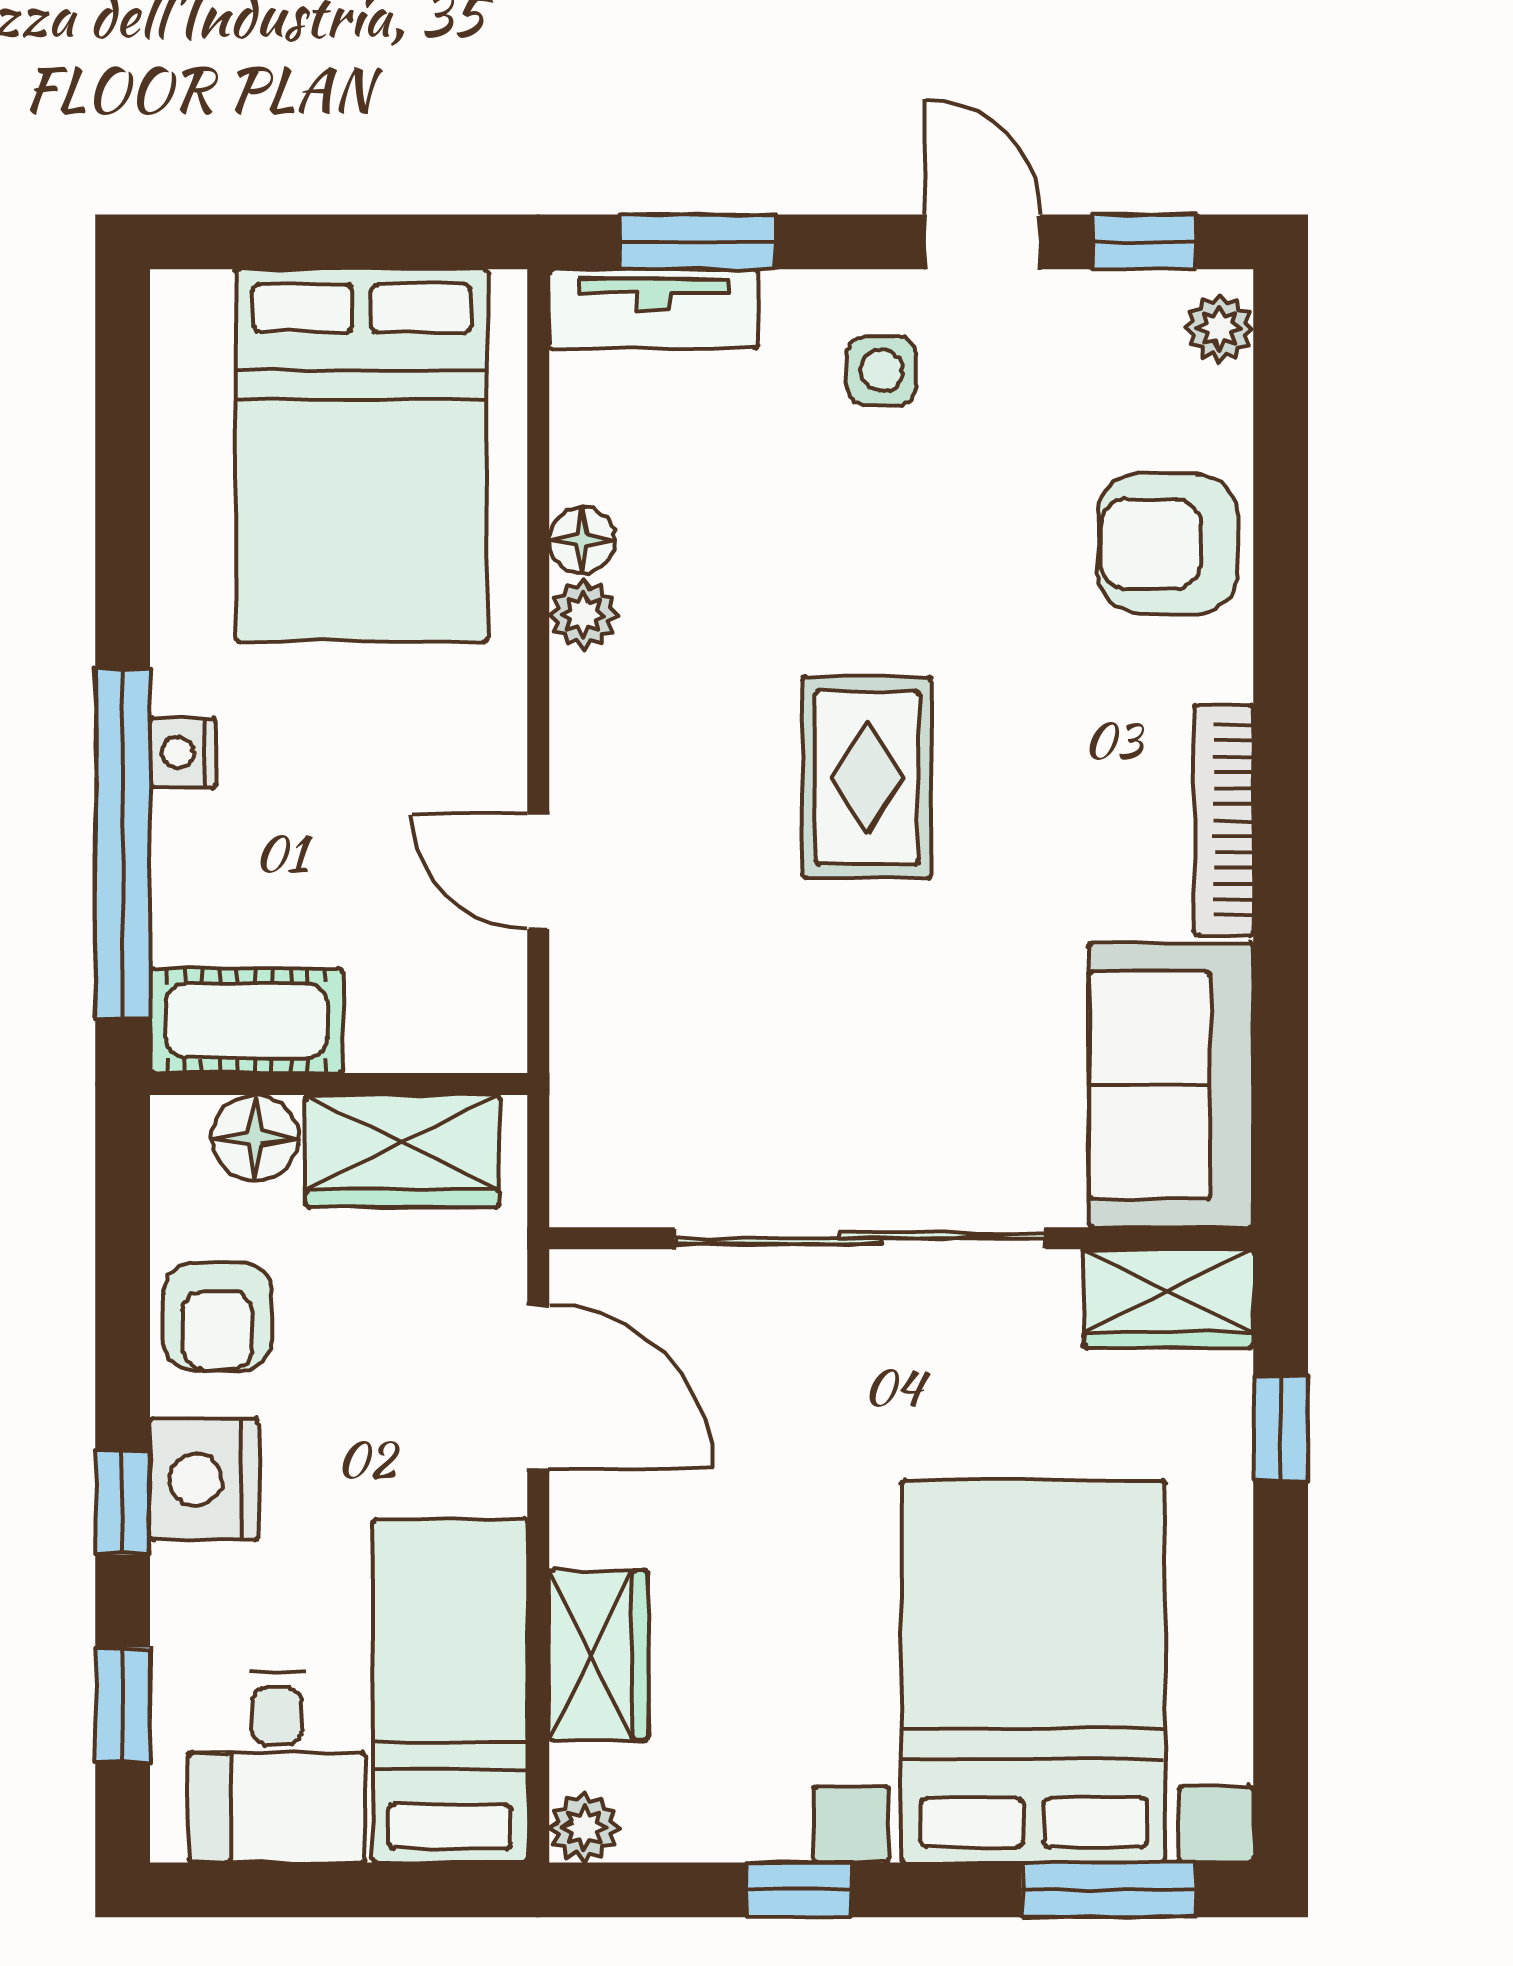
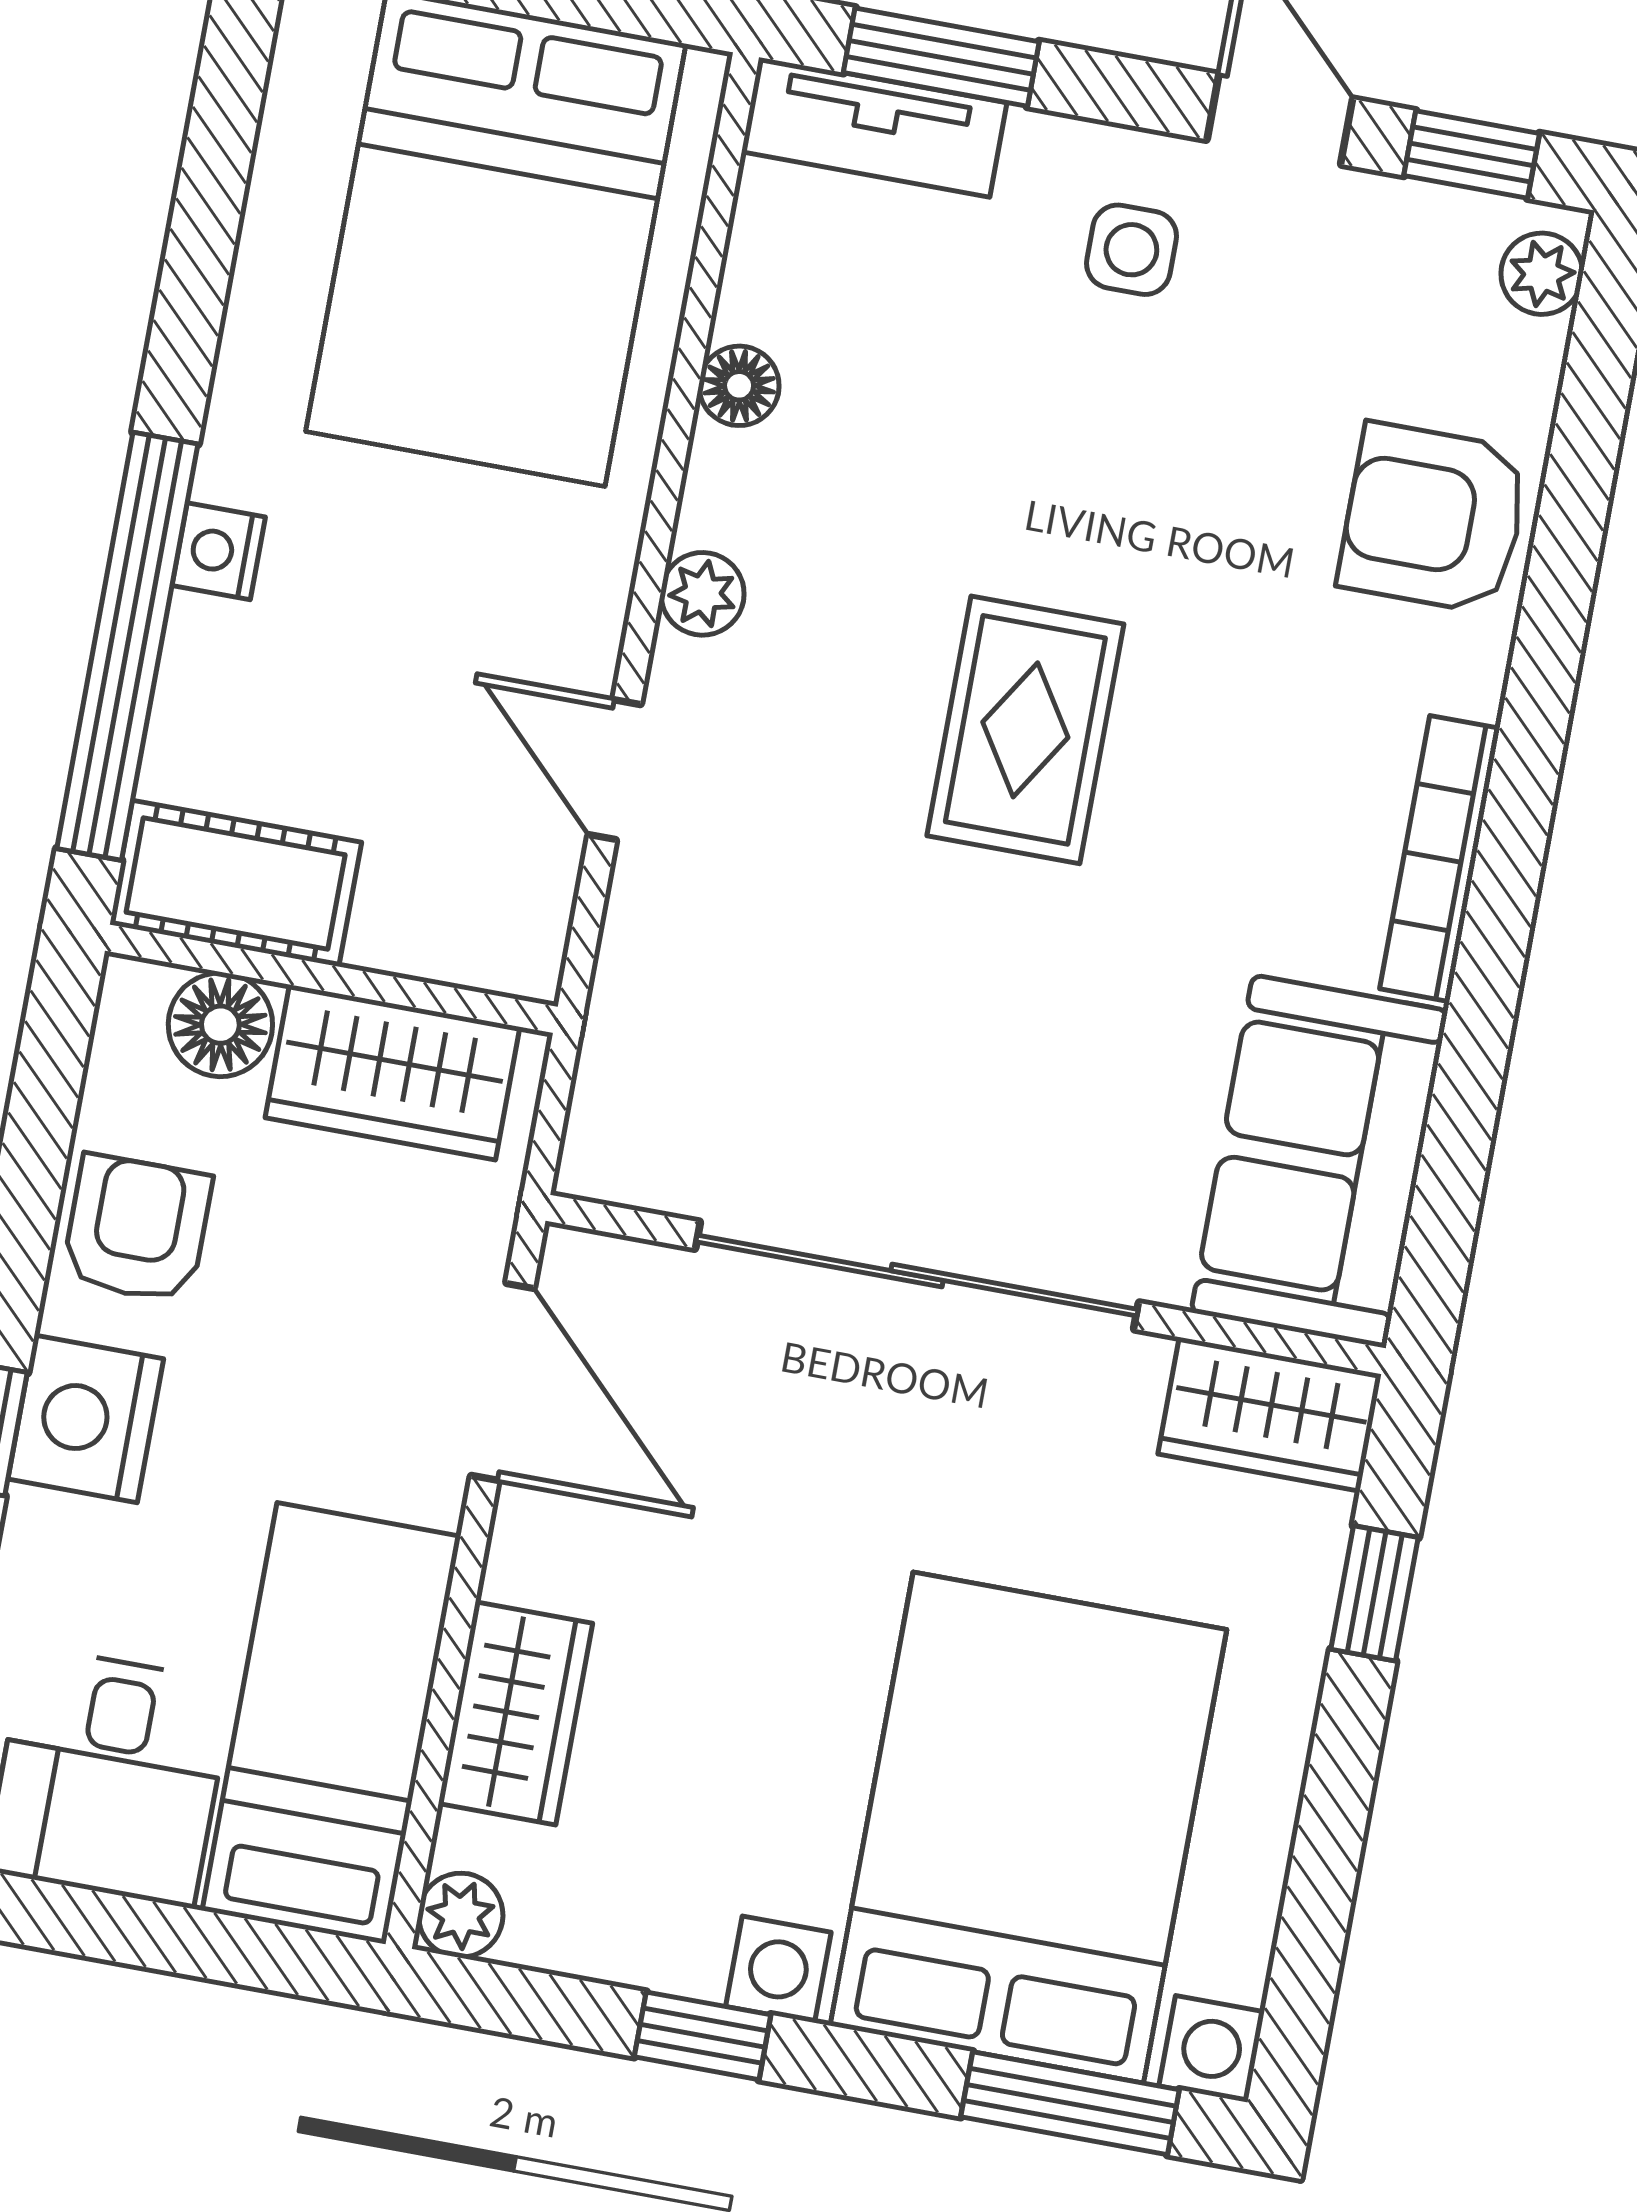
plant: (583, 615) -> (703, 594), moved
armchair: (218, 1317) -> (137, 1229), turned 180

